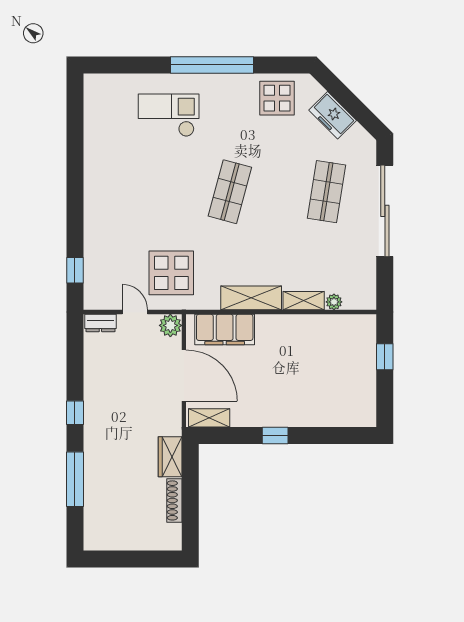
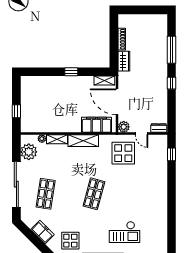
plant: (360, 276) -> (29, 152), added

